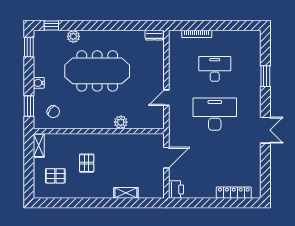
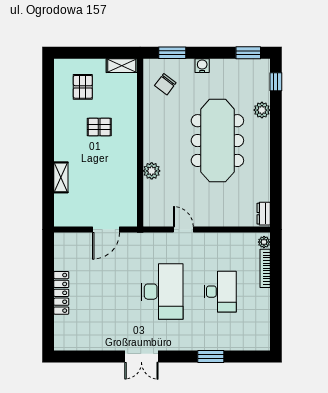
plant: (176, 35) -> (264, 242), added
door: (166, 158) -> (106, 230), hinge flipped
printer: (176, 189) -> (65, 242), removed
locker: (234, 193) -> (61, 293), moved

